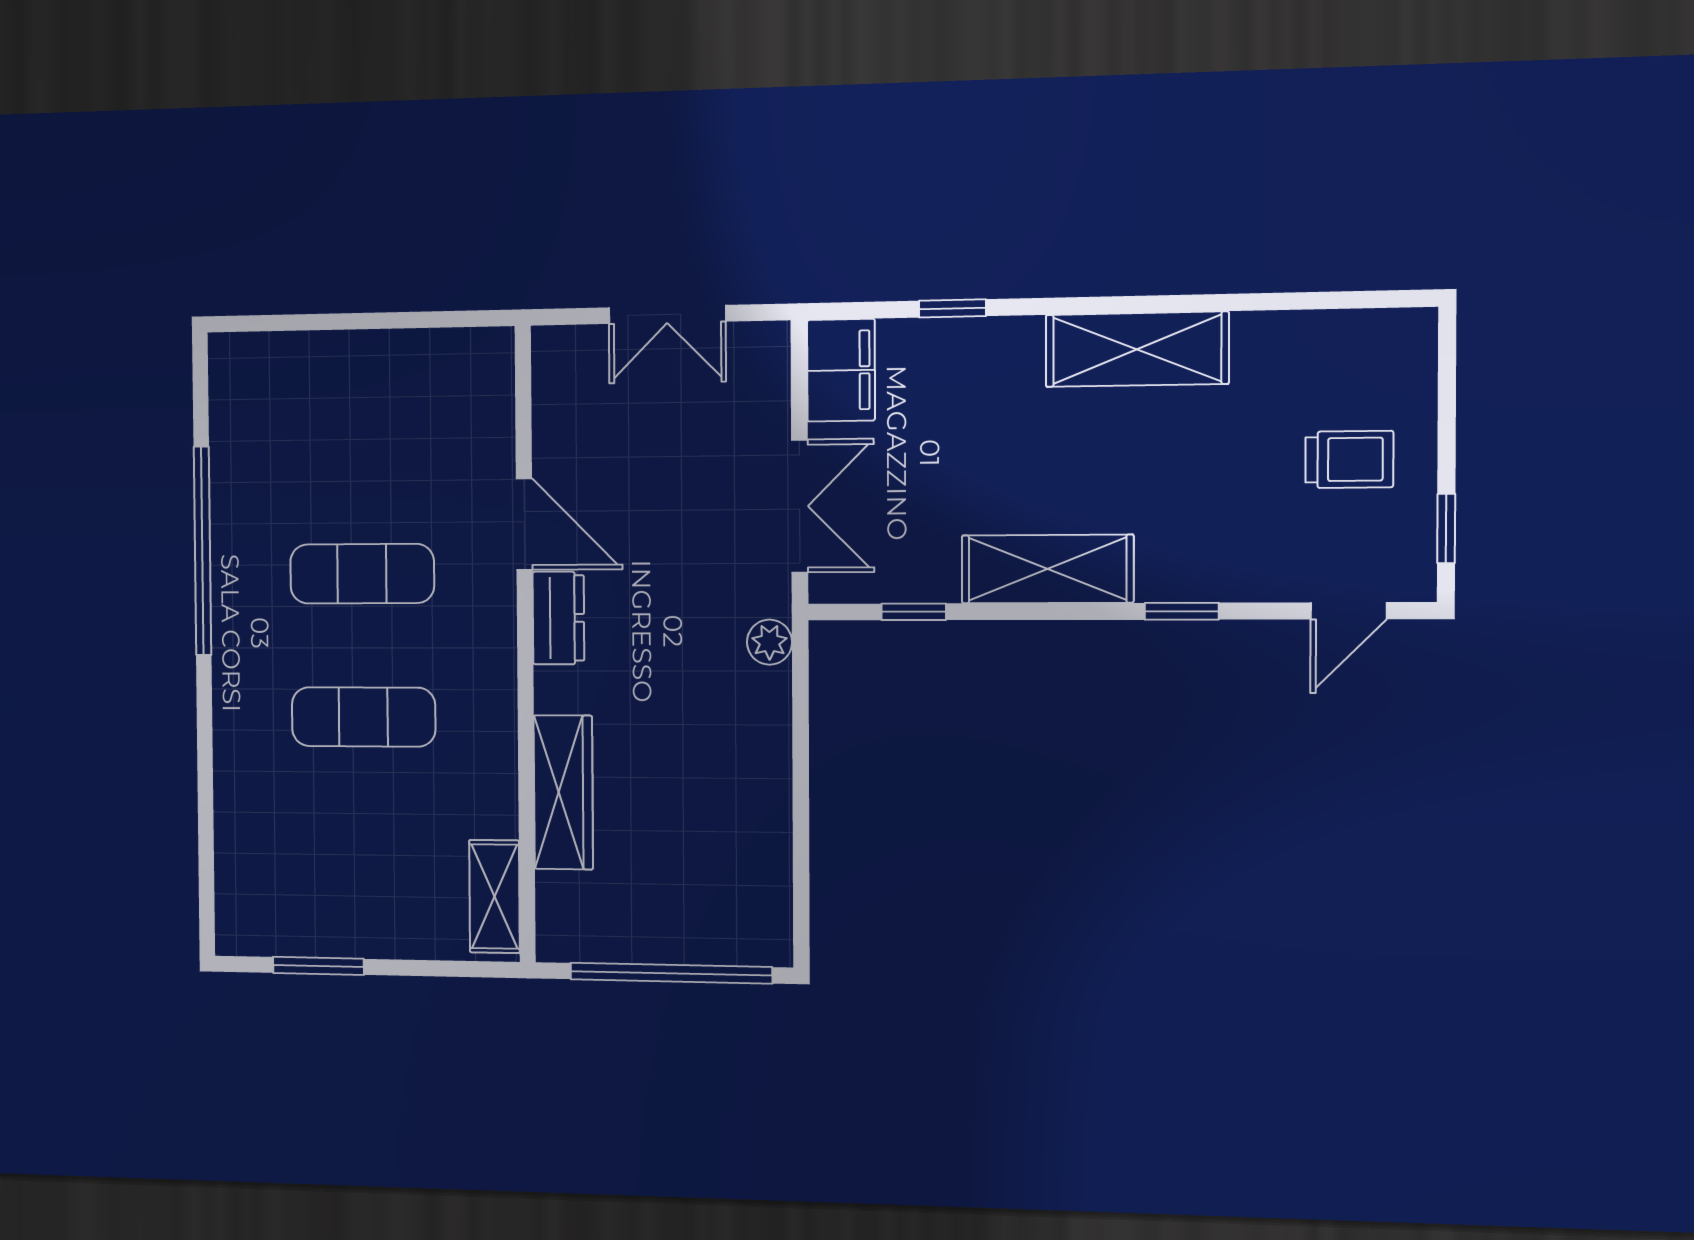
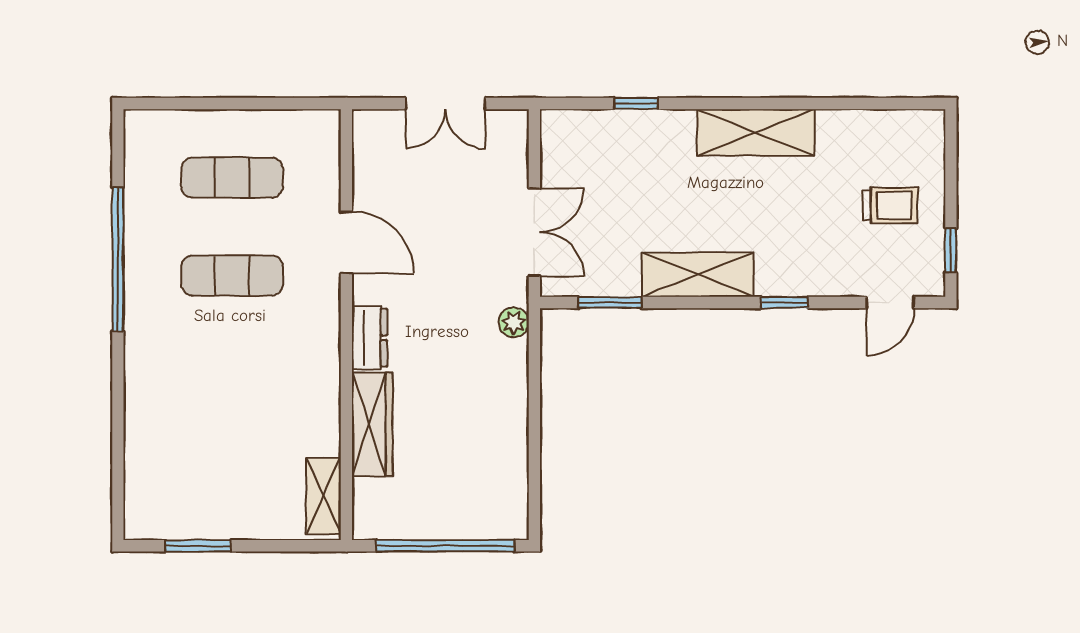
filing cabinet: (841, 370) -> (562, 143), removed
window: (914, 612) -> (610, 303), width x1.50
dresser: (558, 618) -> (370, 338), moved
exercise mat: (363, 717) -> (232, 178), moved

